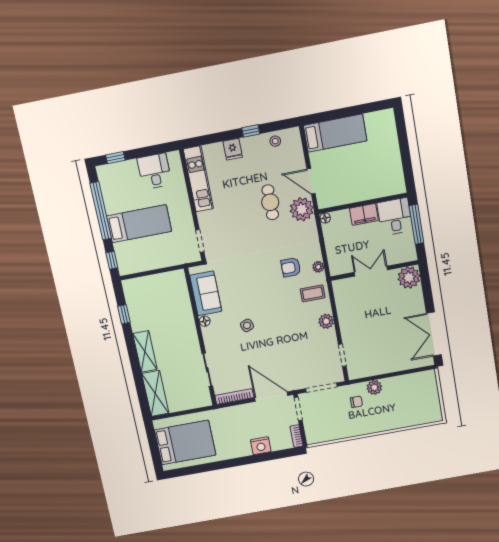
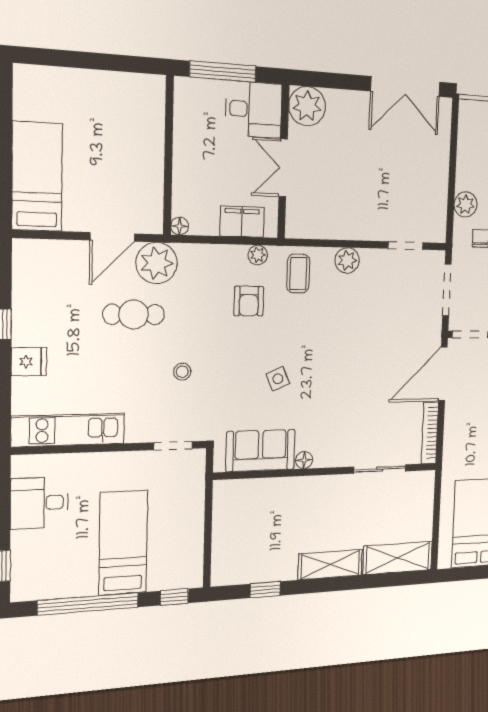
stool: (275, 141) -> (182, 372), moved
filing cabinet: (364, 214) -> (242, 222), moved, turned -90
desk: (395, 217) -> (254, 109), moved, turned 180
side table: (247, 325) -> (278, 379), moved

